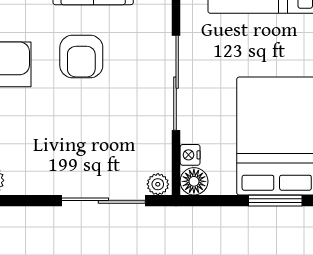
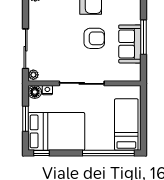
armchair: (81, 57) -> (94, 38), turned 180
window: (275, 201) -> (26, 119), moved

